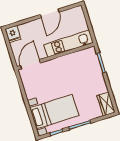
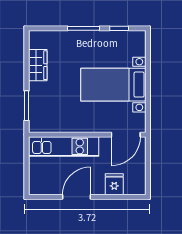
fridge: (13, 34) -> (114, 184), moved
wardrobe: (106, 104) -> (38, 65), moved
bed with nightstands: (54, 112) -> (113, 85), moved

